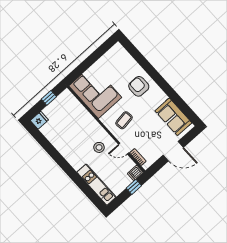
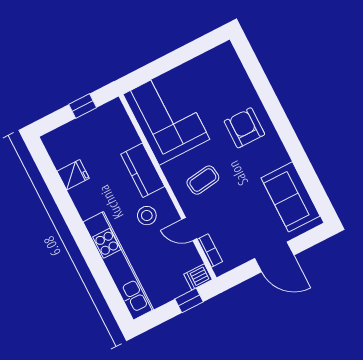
fridge: (39, 120) -> (73, 175), moved
kitchen counter: (90, 124) -> (143, 170), added
kitchen unit: (96, 185) -> (118, 266), width x1.36

